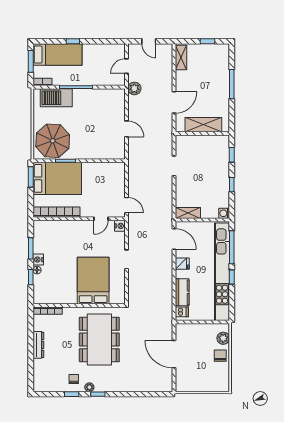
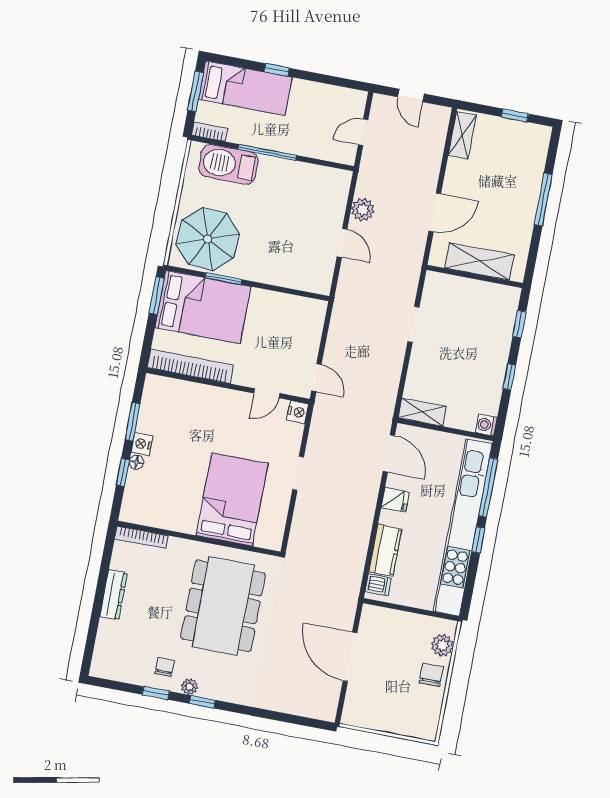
plant: (134, 88) -> (363, 210), moved

